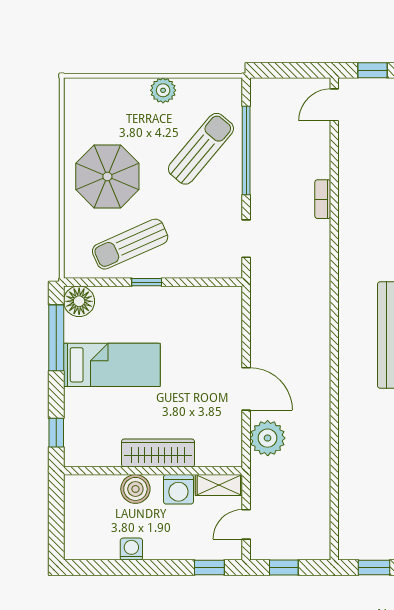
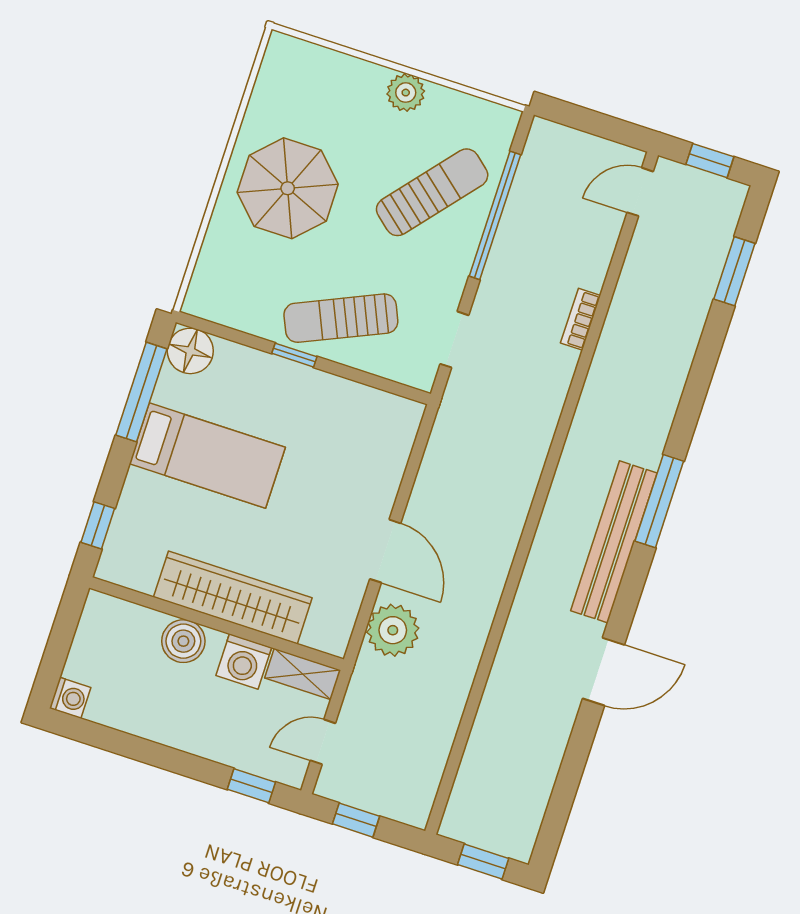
sun lounger: (130, 244) -> (341, 318), moved
wardrobe: (158, 453) -> (233, 597), width x1.40, depth x1.17
washing machine: (131, 549) -> (70, 698), moved, turned 90

